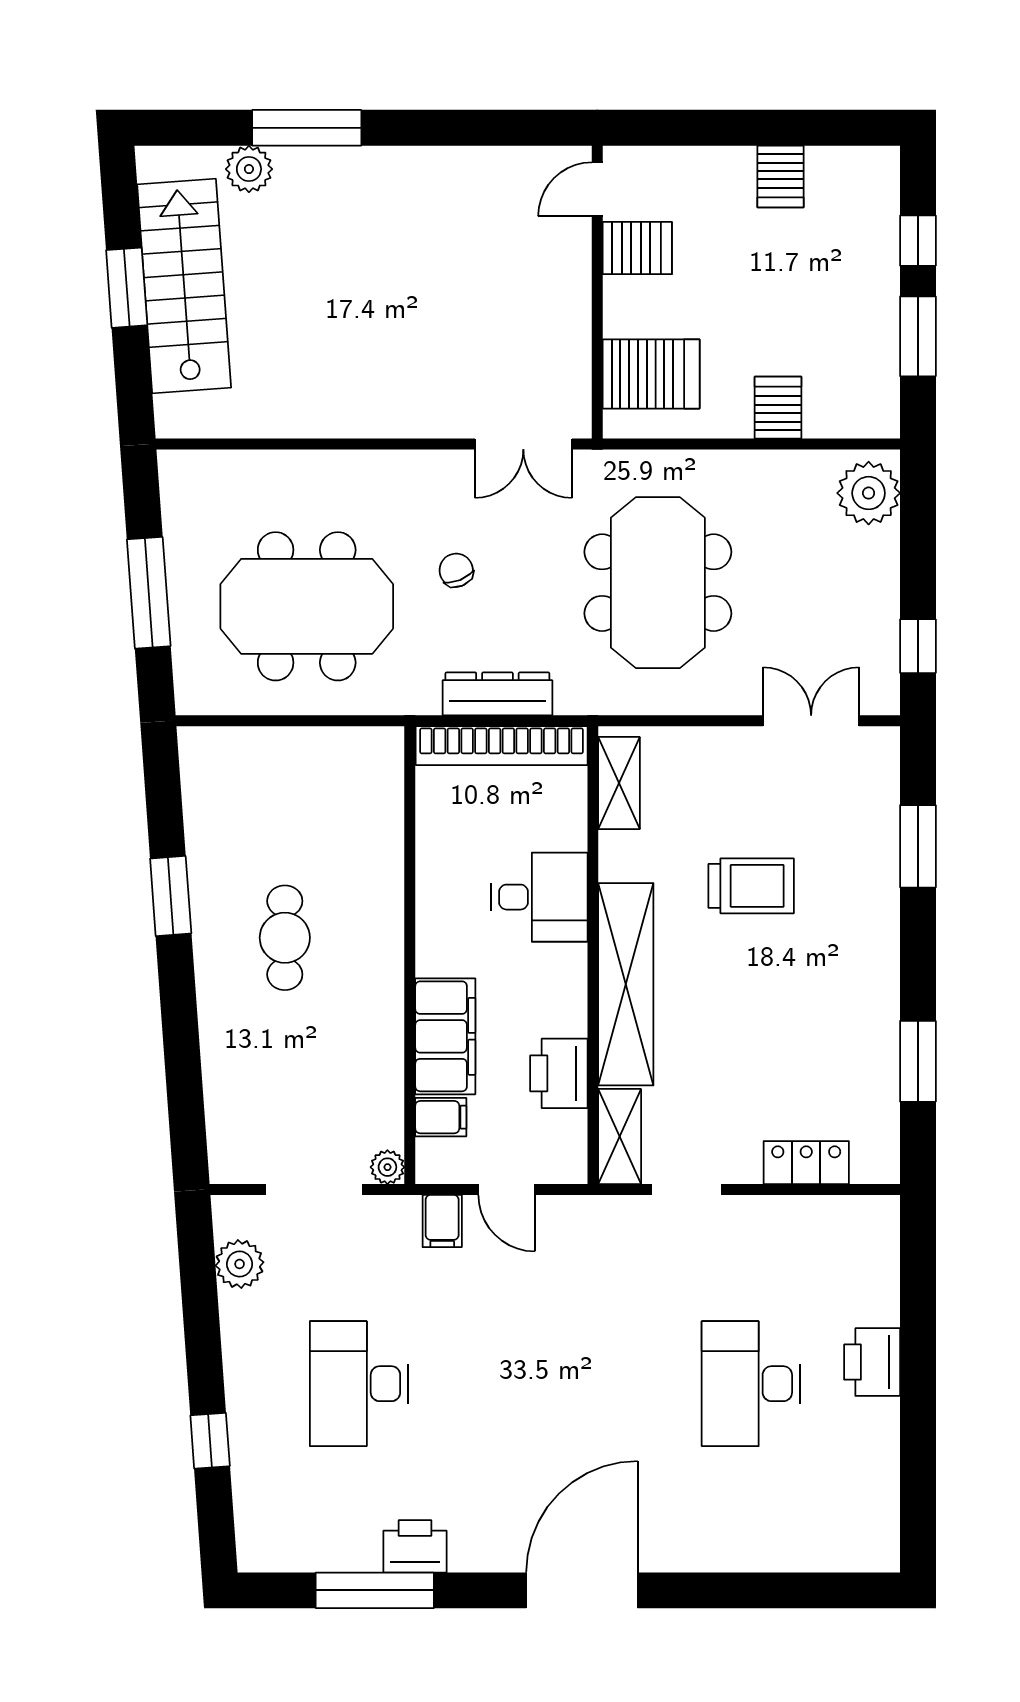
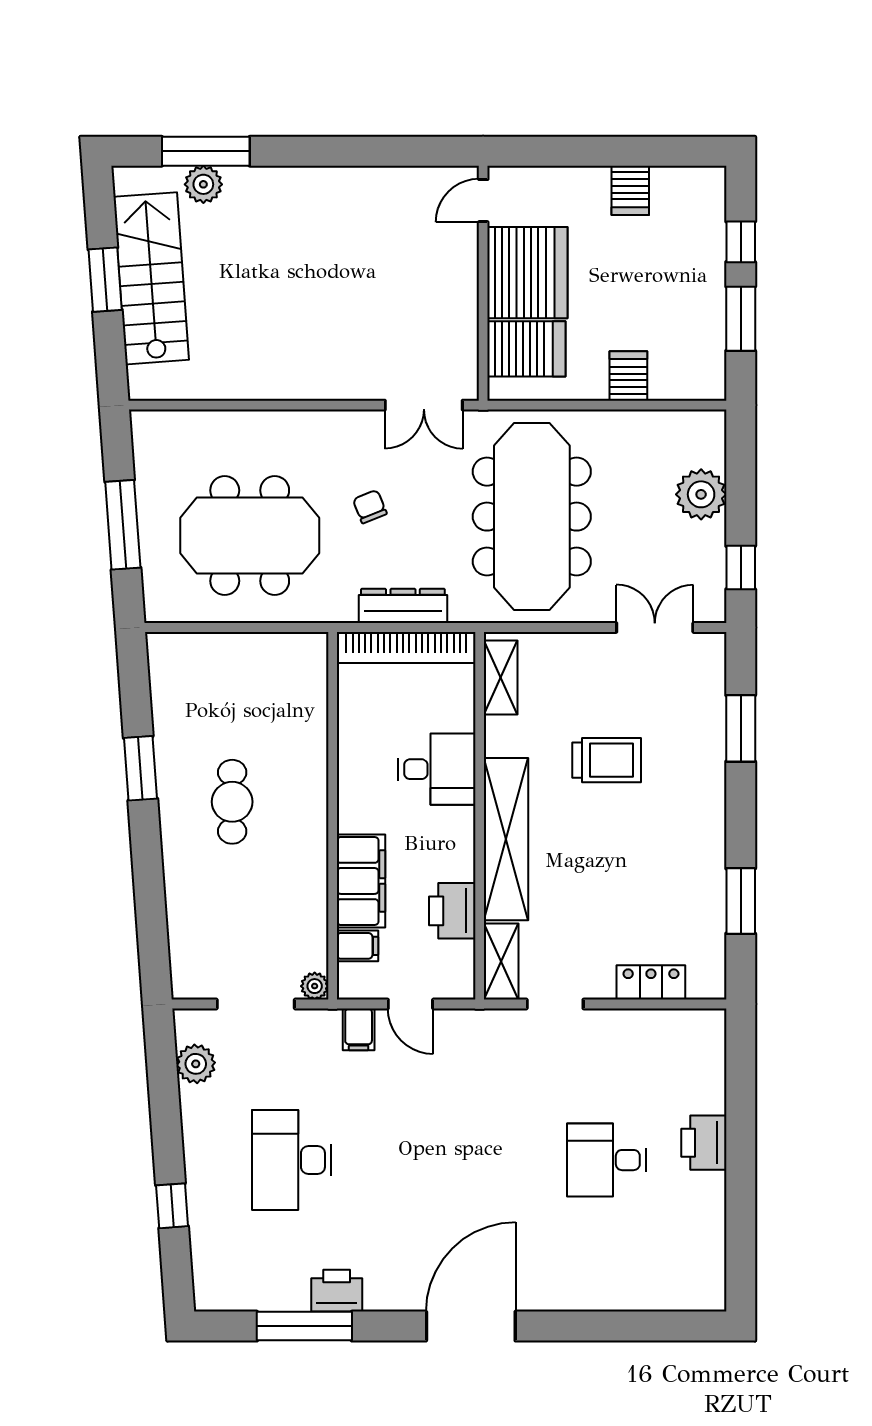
window: (307, 128) -> (206, 151), moved
server rack: (637, 248) -> (527, 273), width x2.18, depth x1.44
plant: (869, 493) -> (701, 494), moved
meeting table: (658, 583) -> (532, 517), width x1.36
desk: (751, 1384) -> (606, 1160), width x0.73

